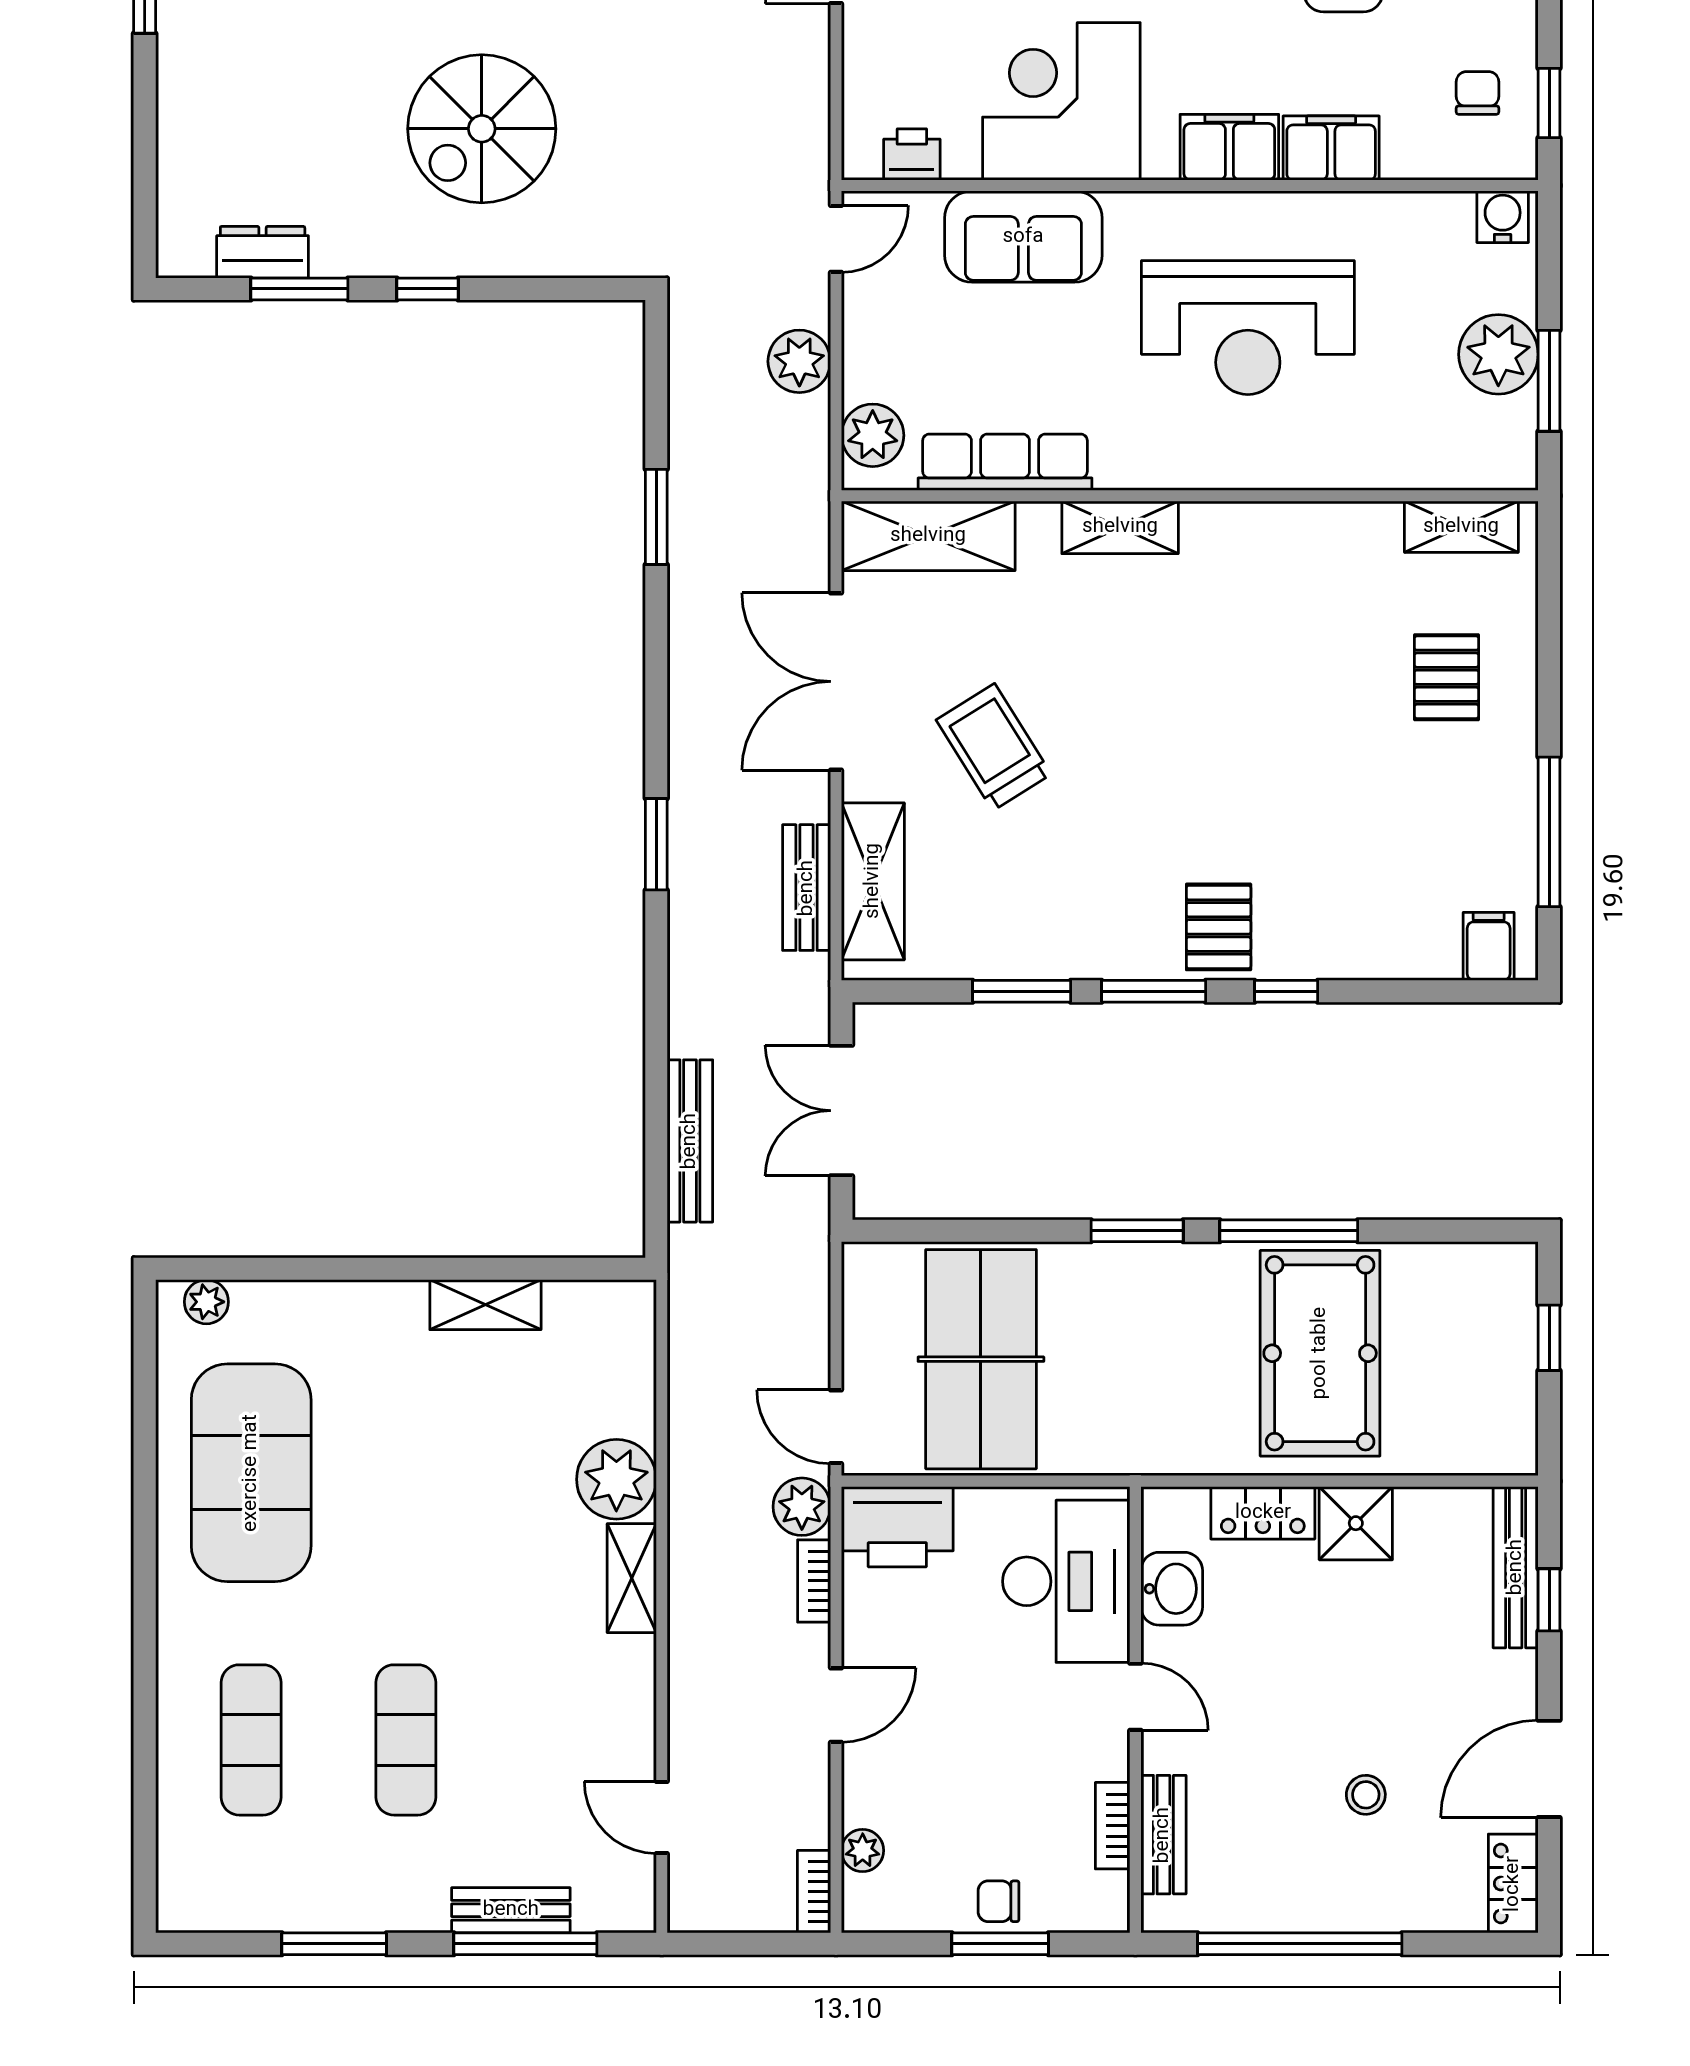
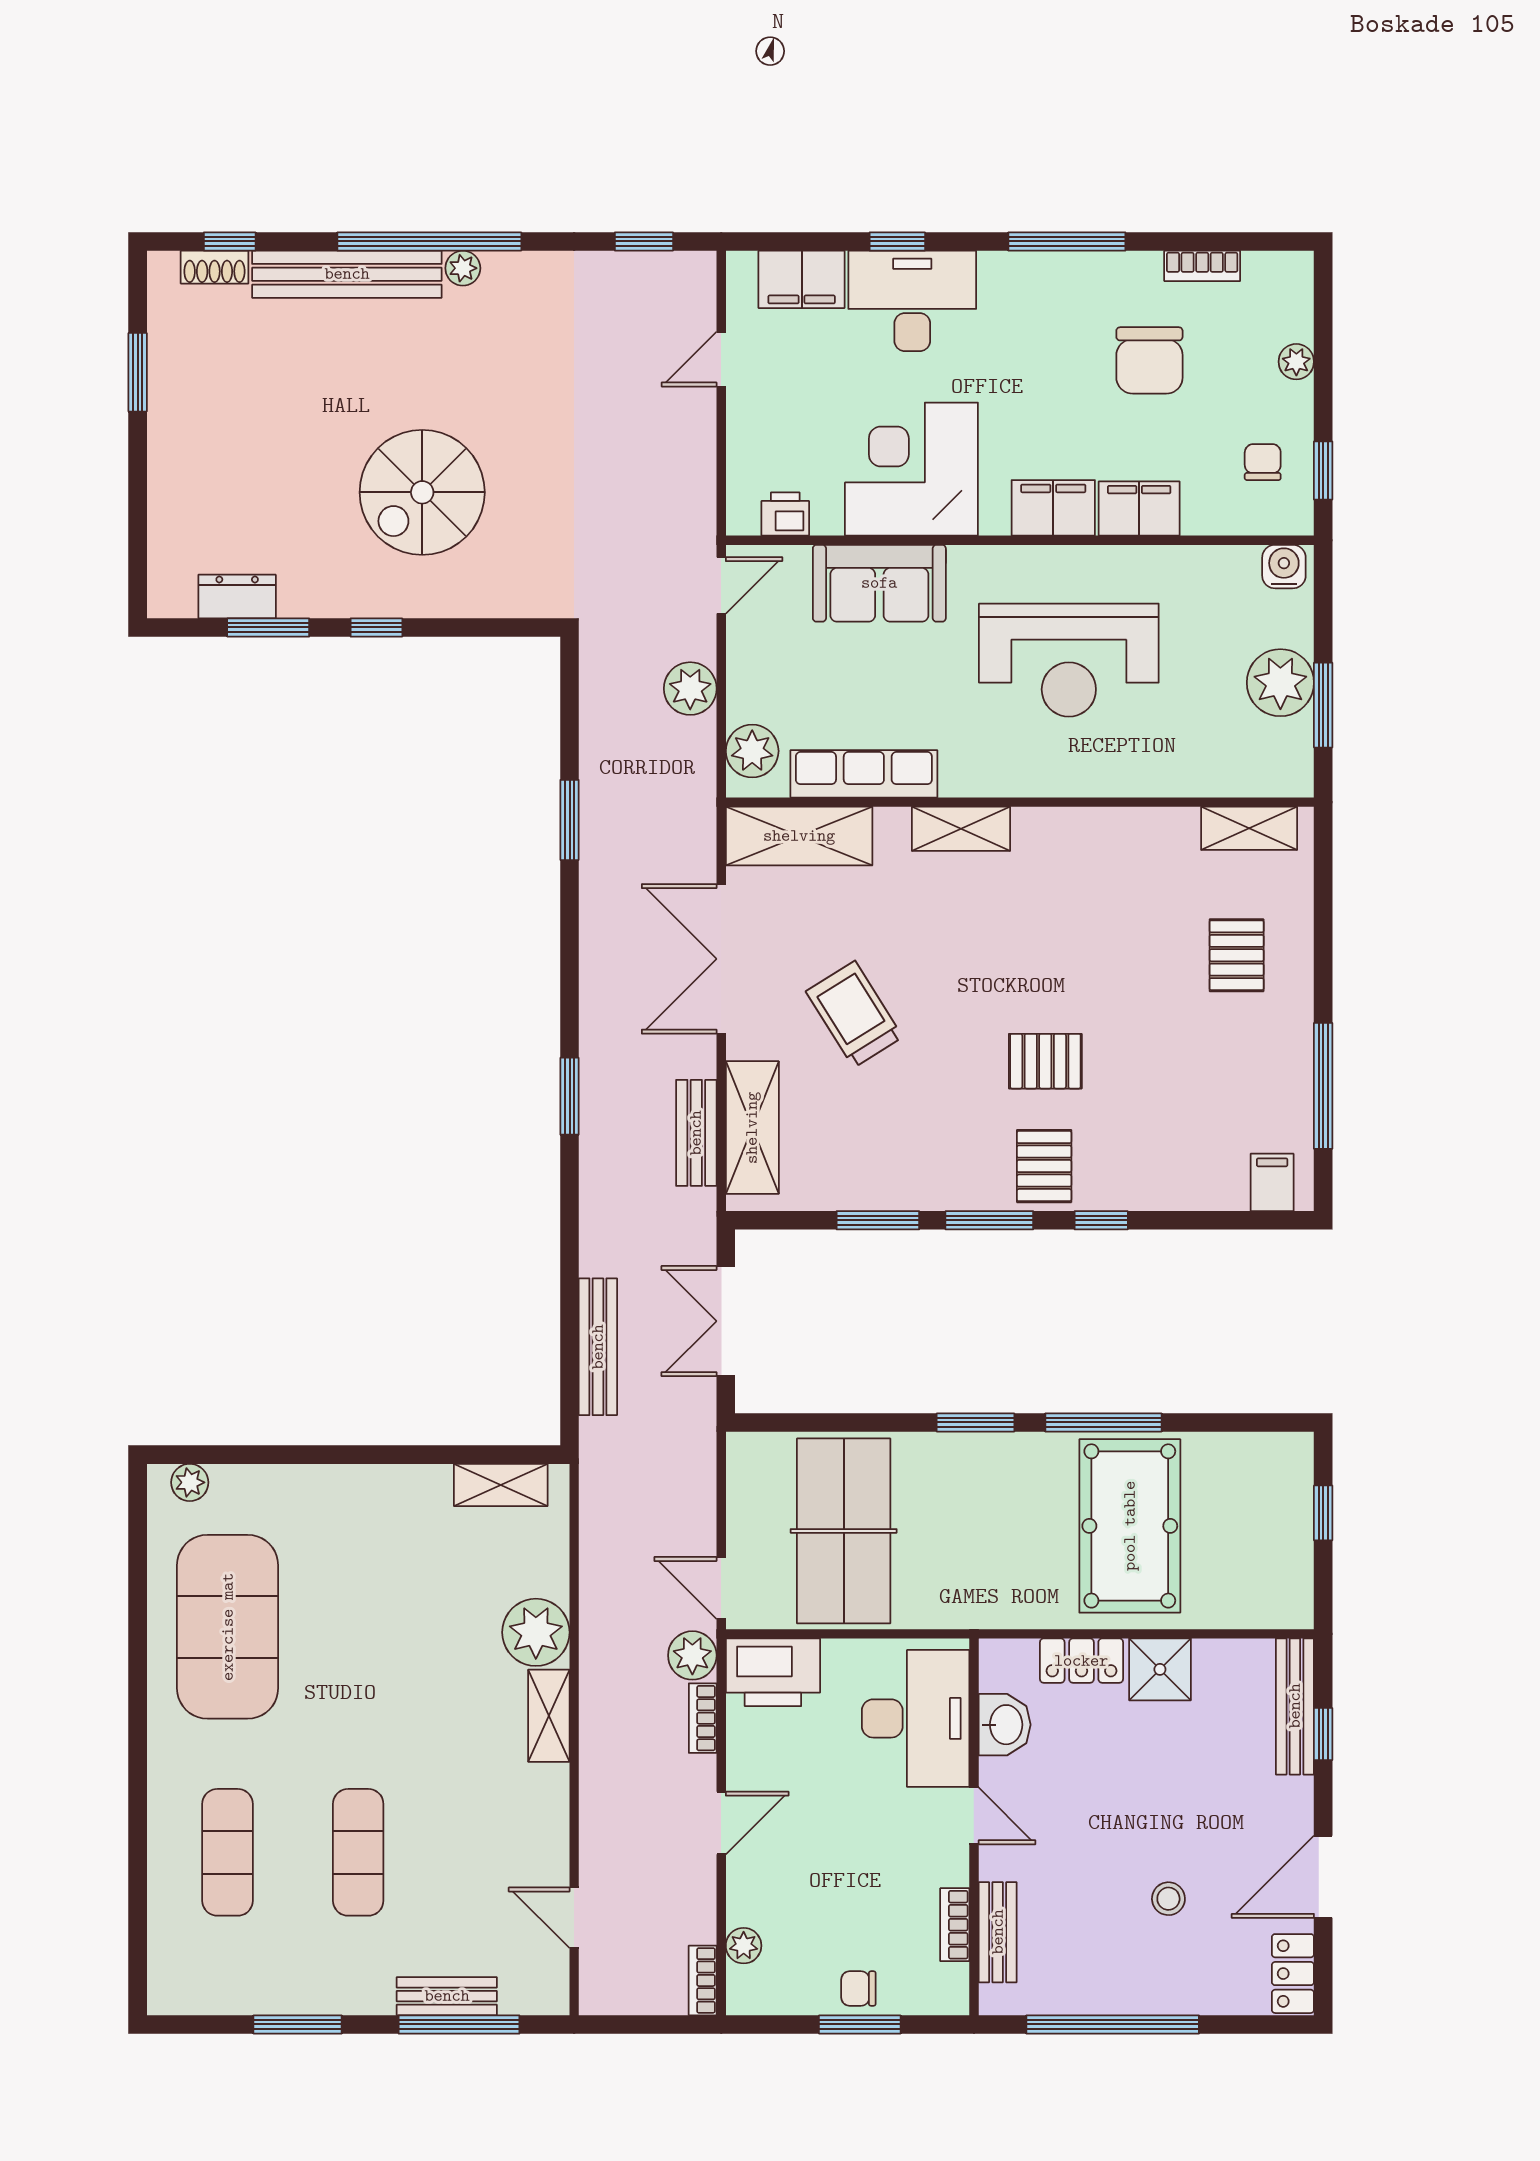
pallet: (1220, 803) -> (1045, 1061), added
shelving: (485, 1305) -> (501, 1485), moved

